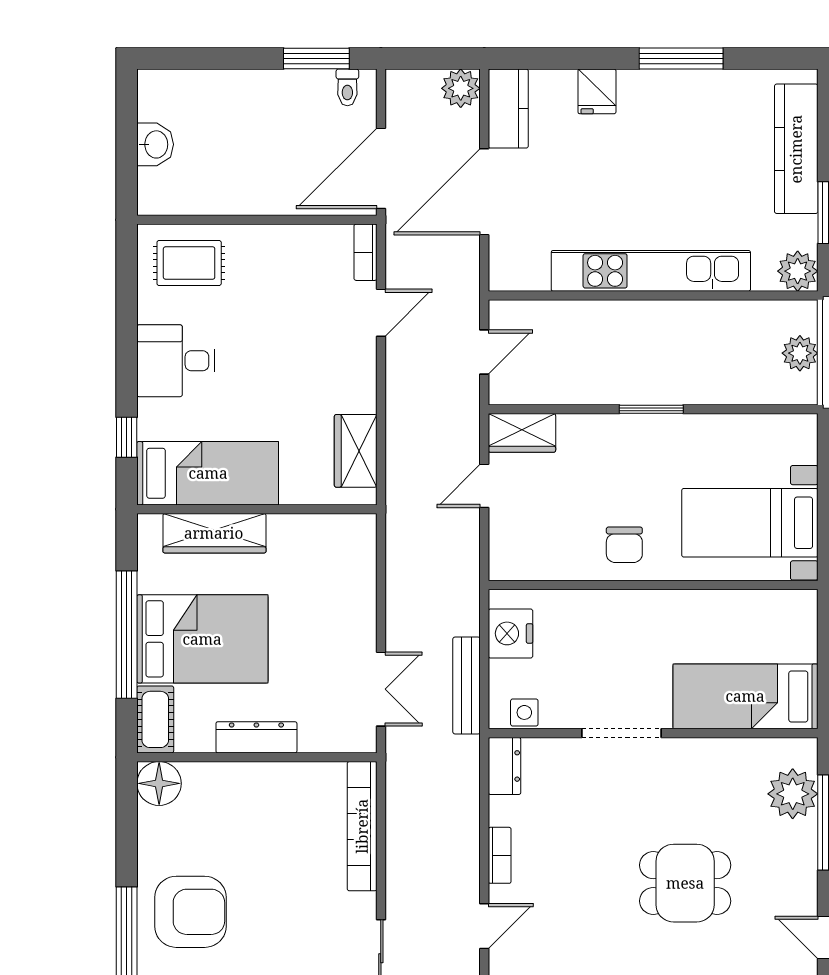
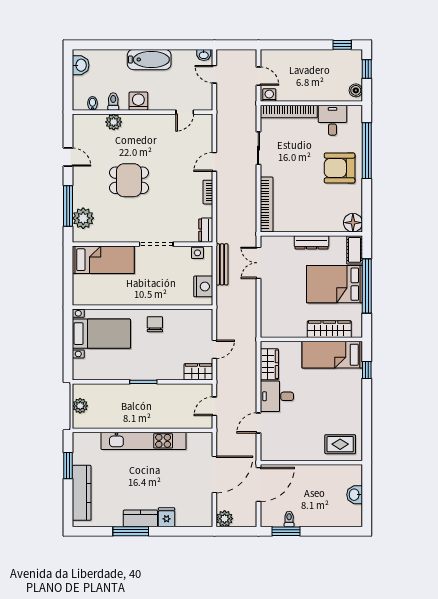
toilet: (347, 87) -> (289, 519), moved
kitchen counter: (508, 109) -> (140, 518), moved, turned 90
bookcase: (365, 252) -> (265, 449), removed
plant: (798, 271) -> (81, 441), removed
desk: (176, 361) -> (277, 396), moved, turned 180

